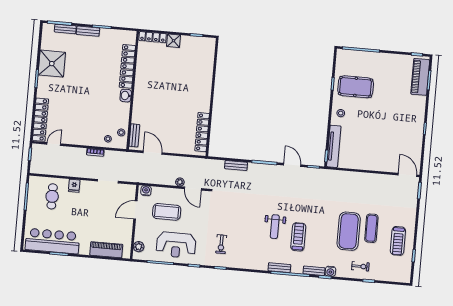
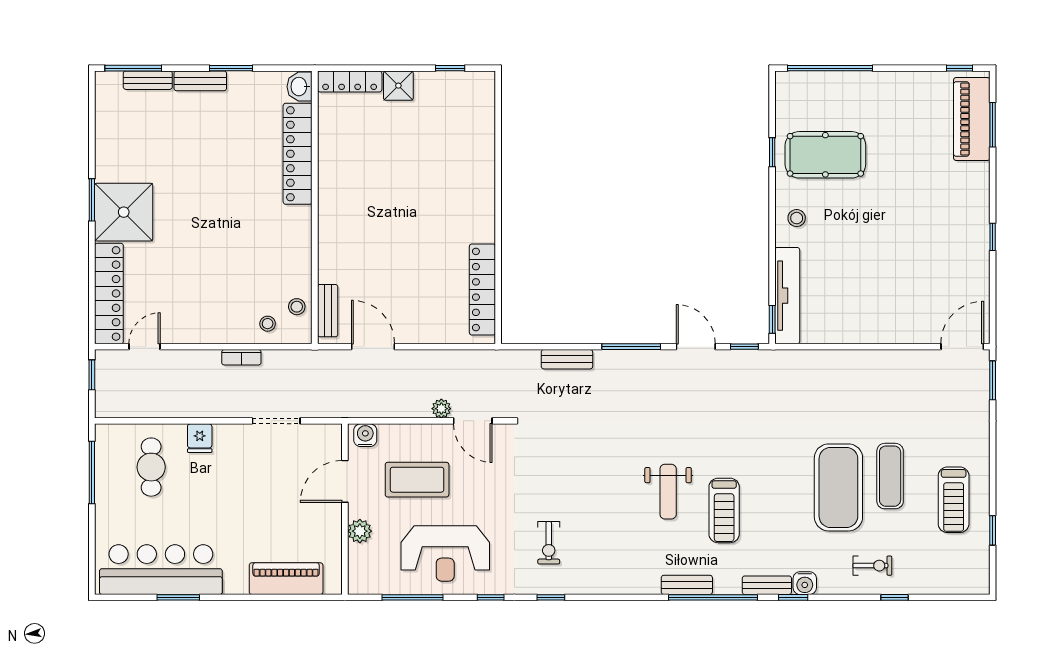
shower: (52, 64) -> (124, 212), moved
washbasin: (126, 96) -> (300, 87), moved
door: (407, 175) -> (962, 347), hinge flipped
treadmill: (298, 237) -> (724, 510), turned 180
plant: (139, 247) -> (360, 531), moved

